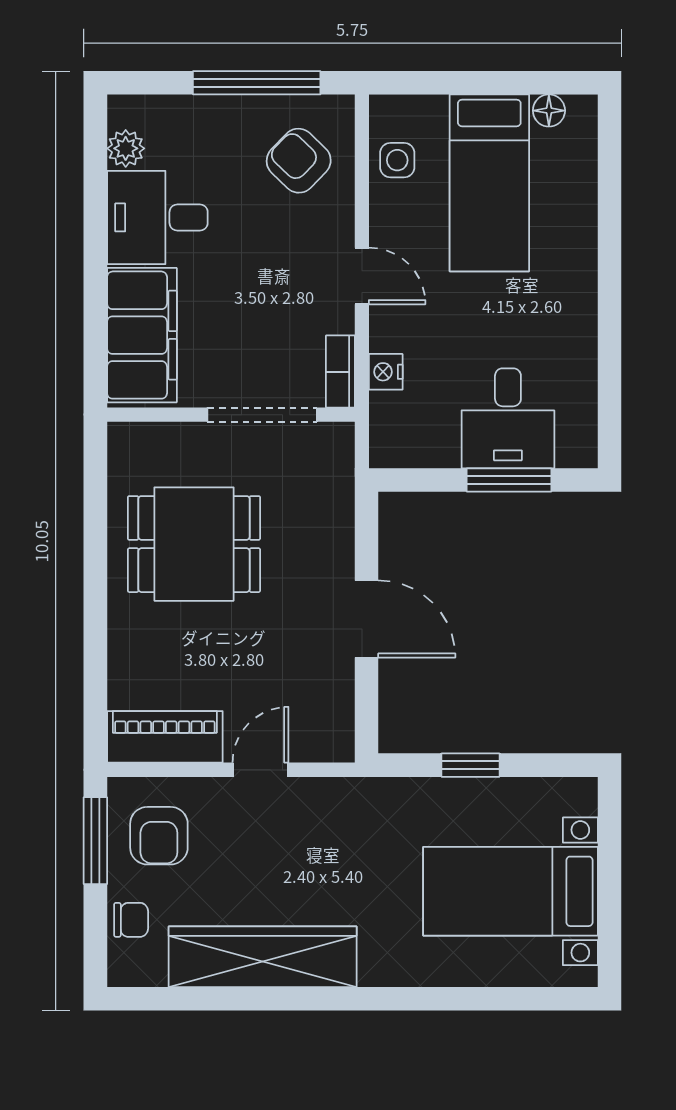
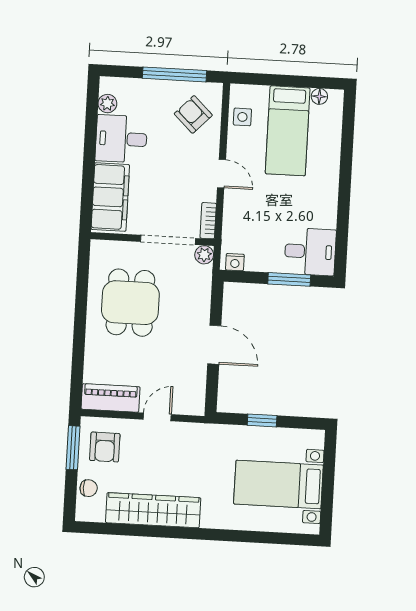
nightstand: (386, 372) -> (235, 262), moved, turned -90
desk: (508, 418) -> (310, 252), moved, turned -90
plant: (336, 440) -> (204, 255), added
dining table: (194, 544) -> (130, 303), turned 90

